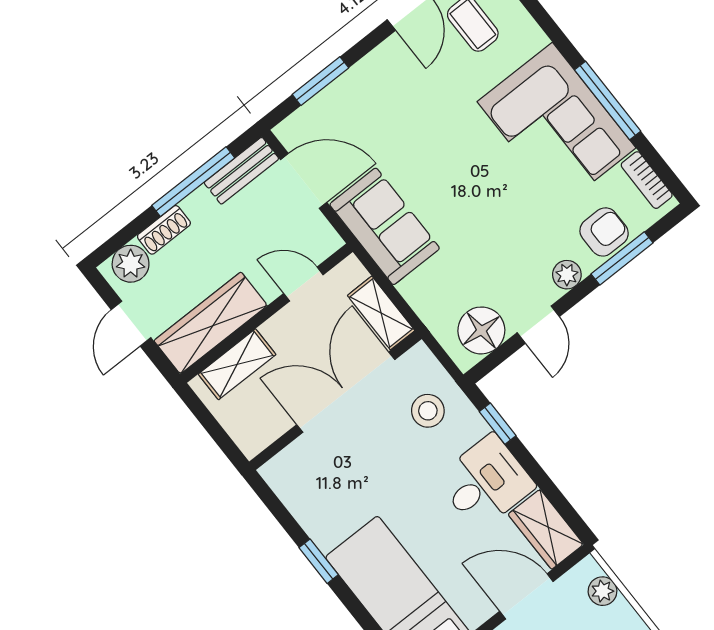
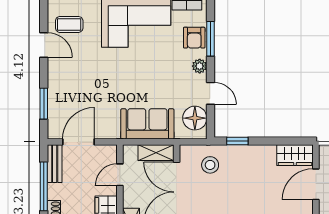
sofa: (385, 226) -> (147, 124), moved
armchair: (604, 232) -> (194, 38), turned 180
desk: (485, 482) -> (257, 165), removed

